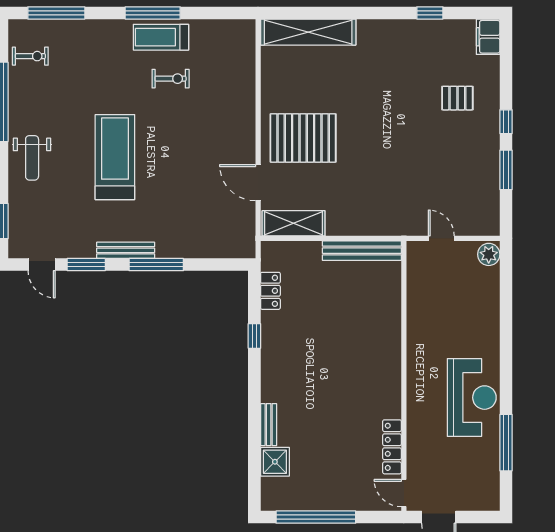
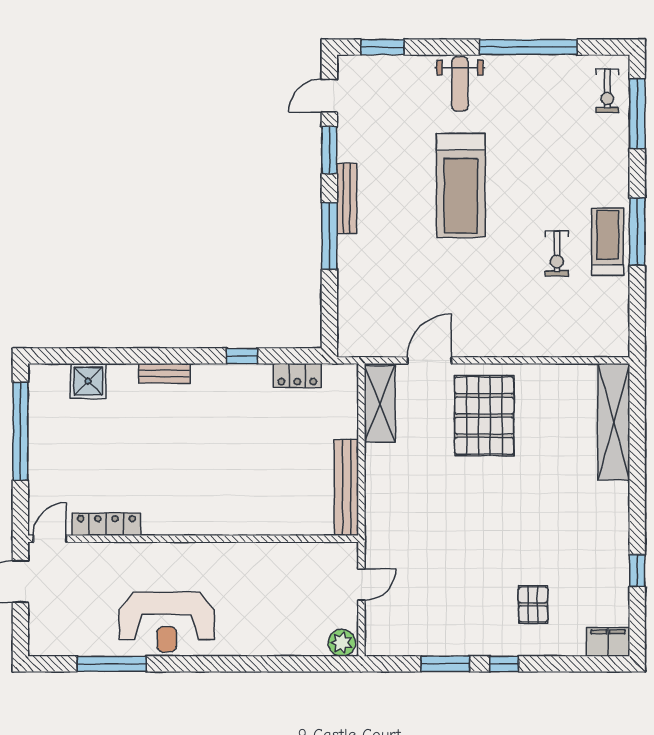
exercise bike: (30, 56) -> (607, 91), moved
treadmill: (115, 157) -> (461, 185), turned 90
weight bench: (32, 158) -> (460, 84), turned -90
bench: (269, 425) -> (164, 373), moved

